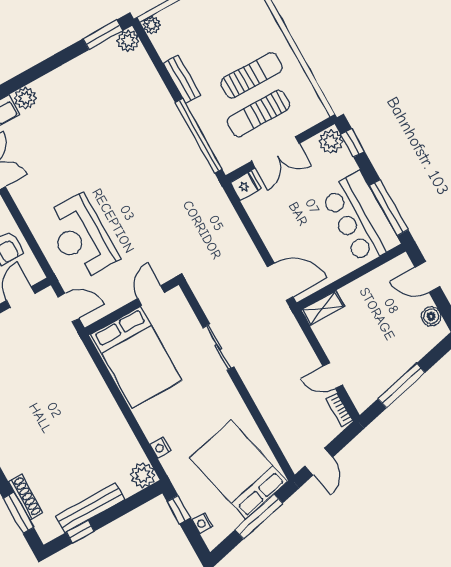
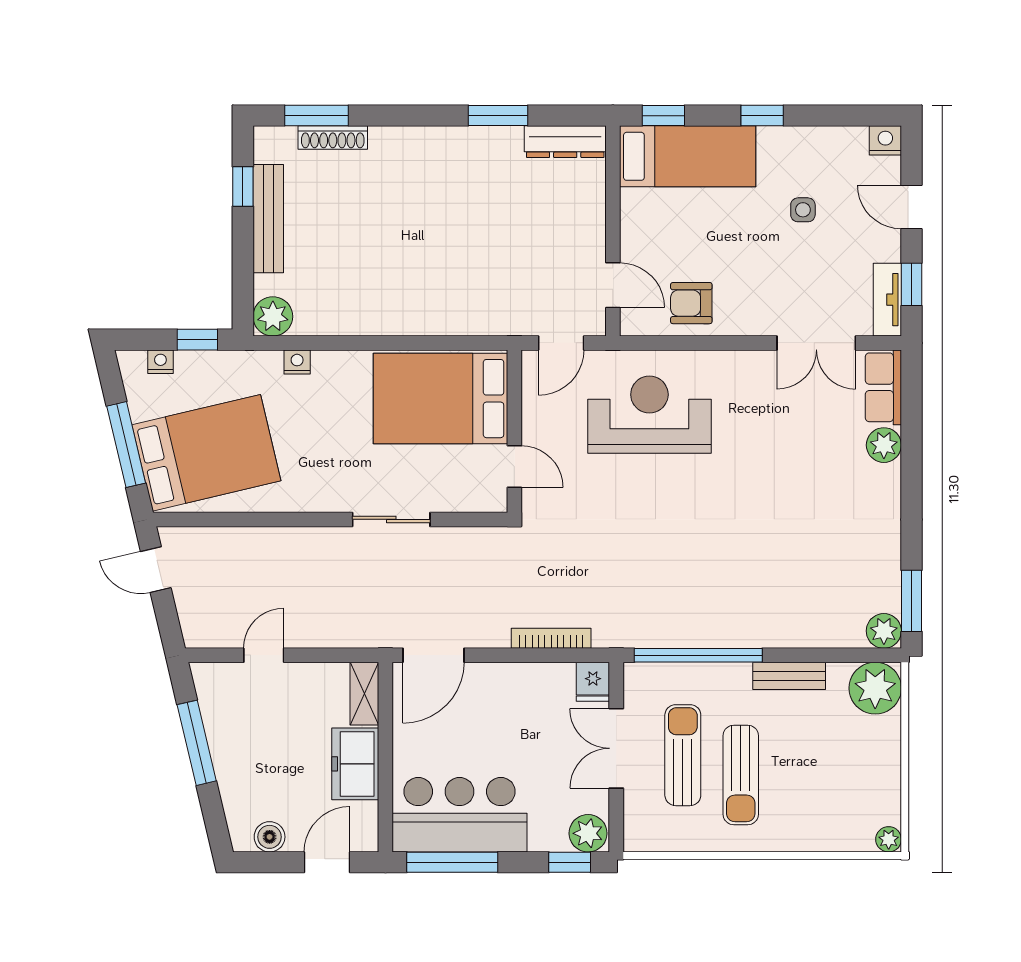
plant: (152, 25) -> (875, 688), width x1.88, depth x1.88
freezer: (364, 292) -> (355, 764), added
bookcase: (339, 410) -> (551, 638), moved, width x1.56

